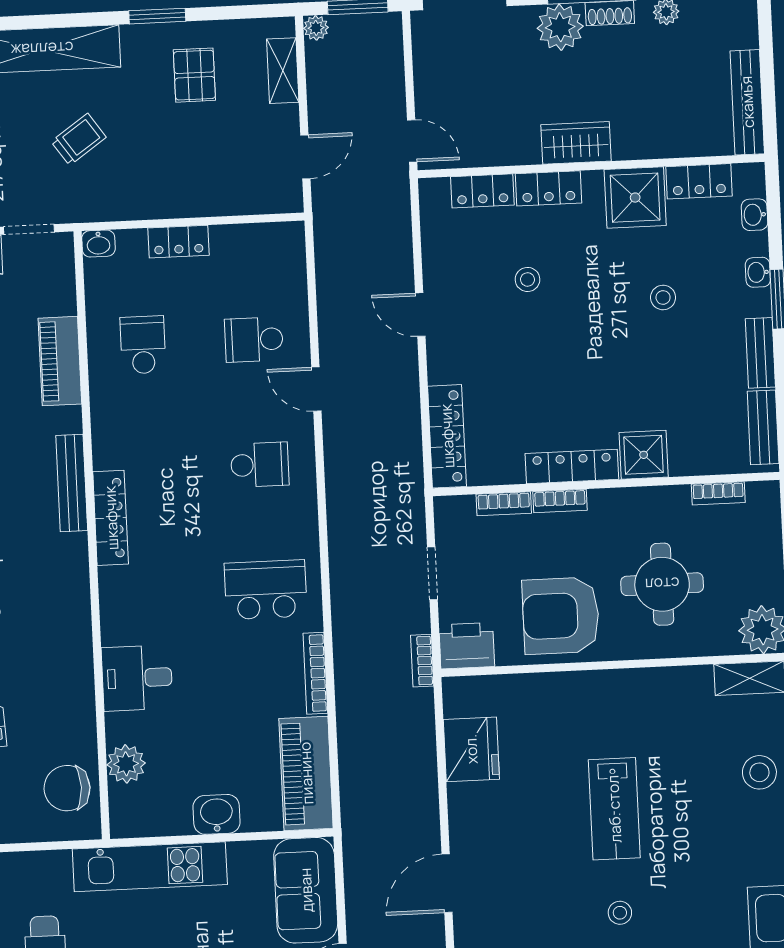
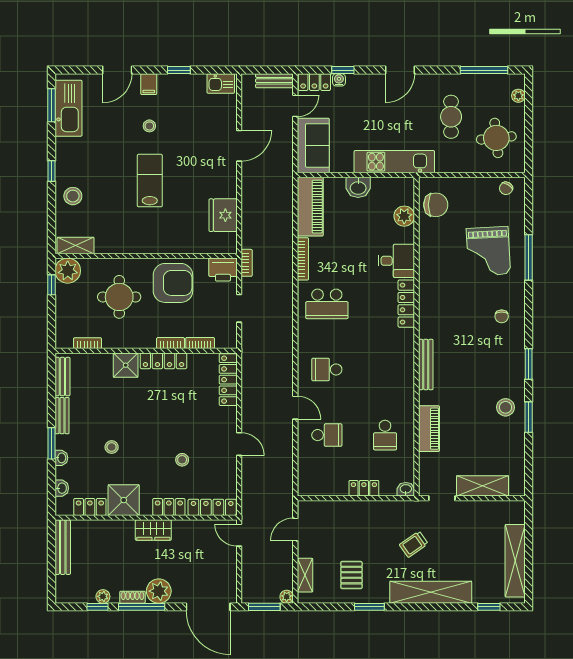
locker: (482, 191) -> (212, 507), width x1.53
locker: (111, 518) -> (406, 304), moved

